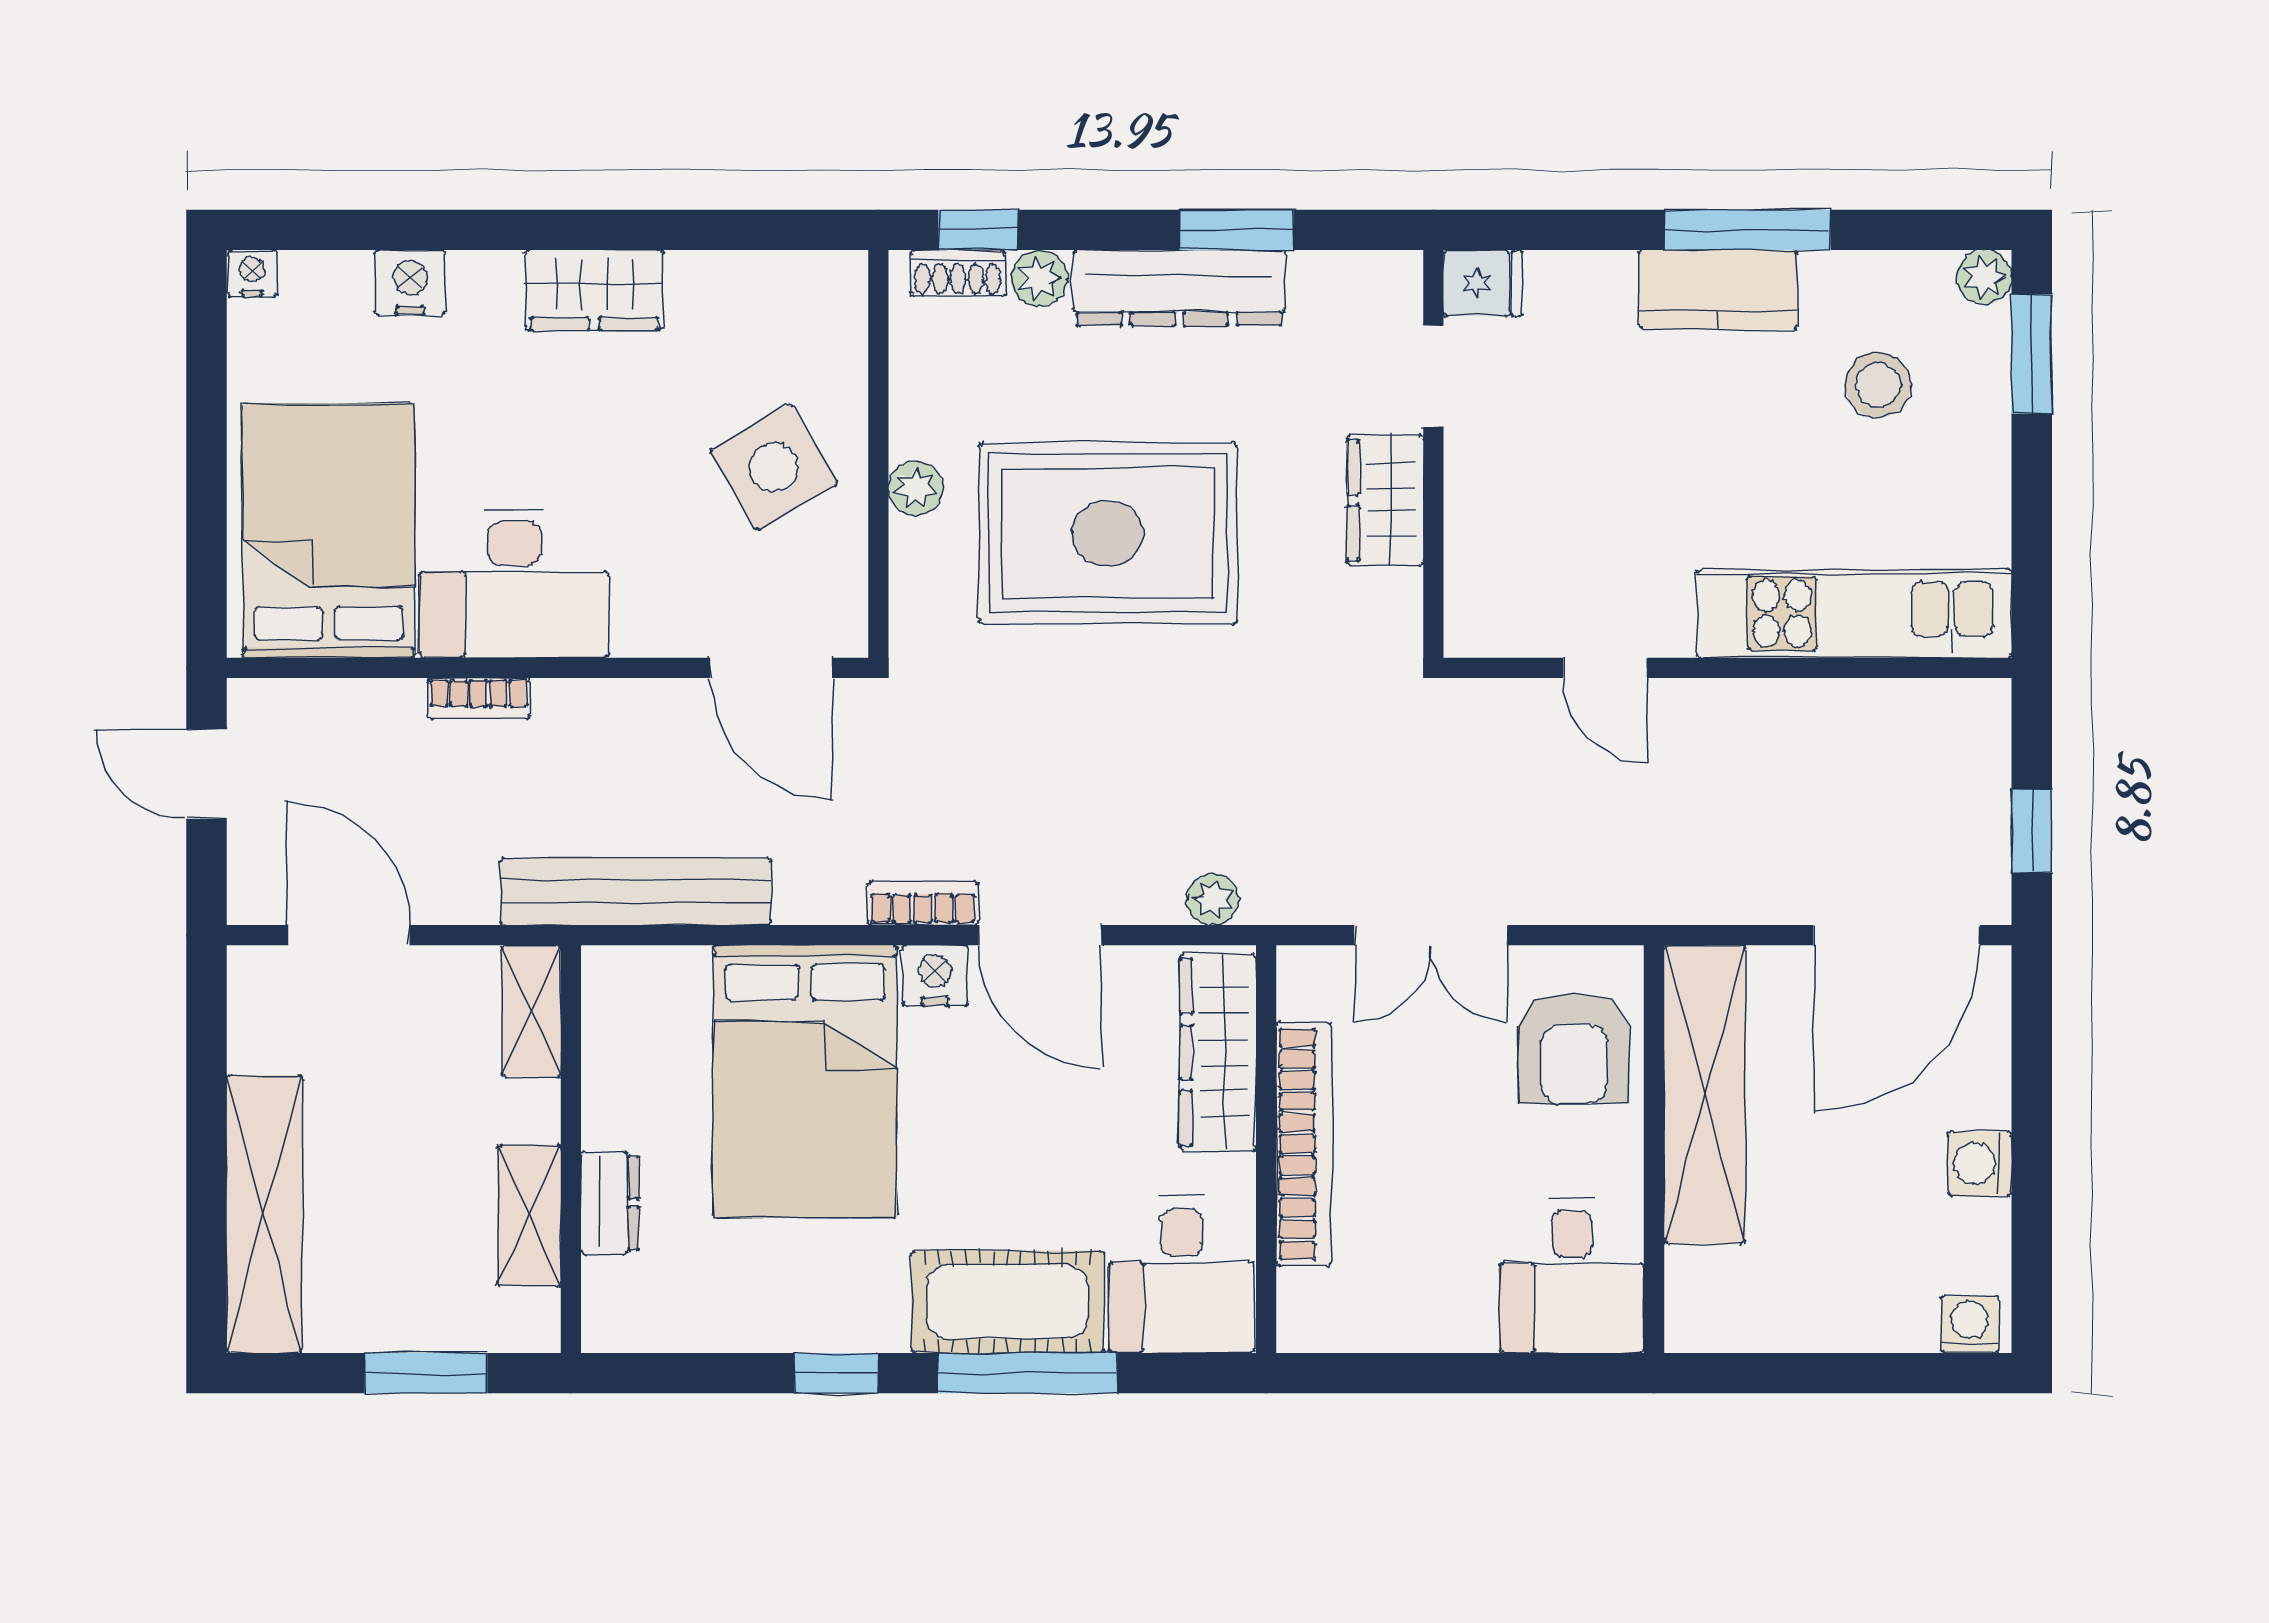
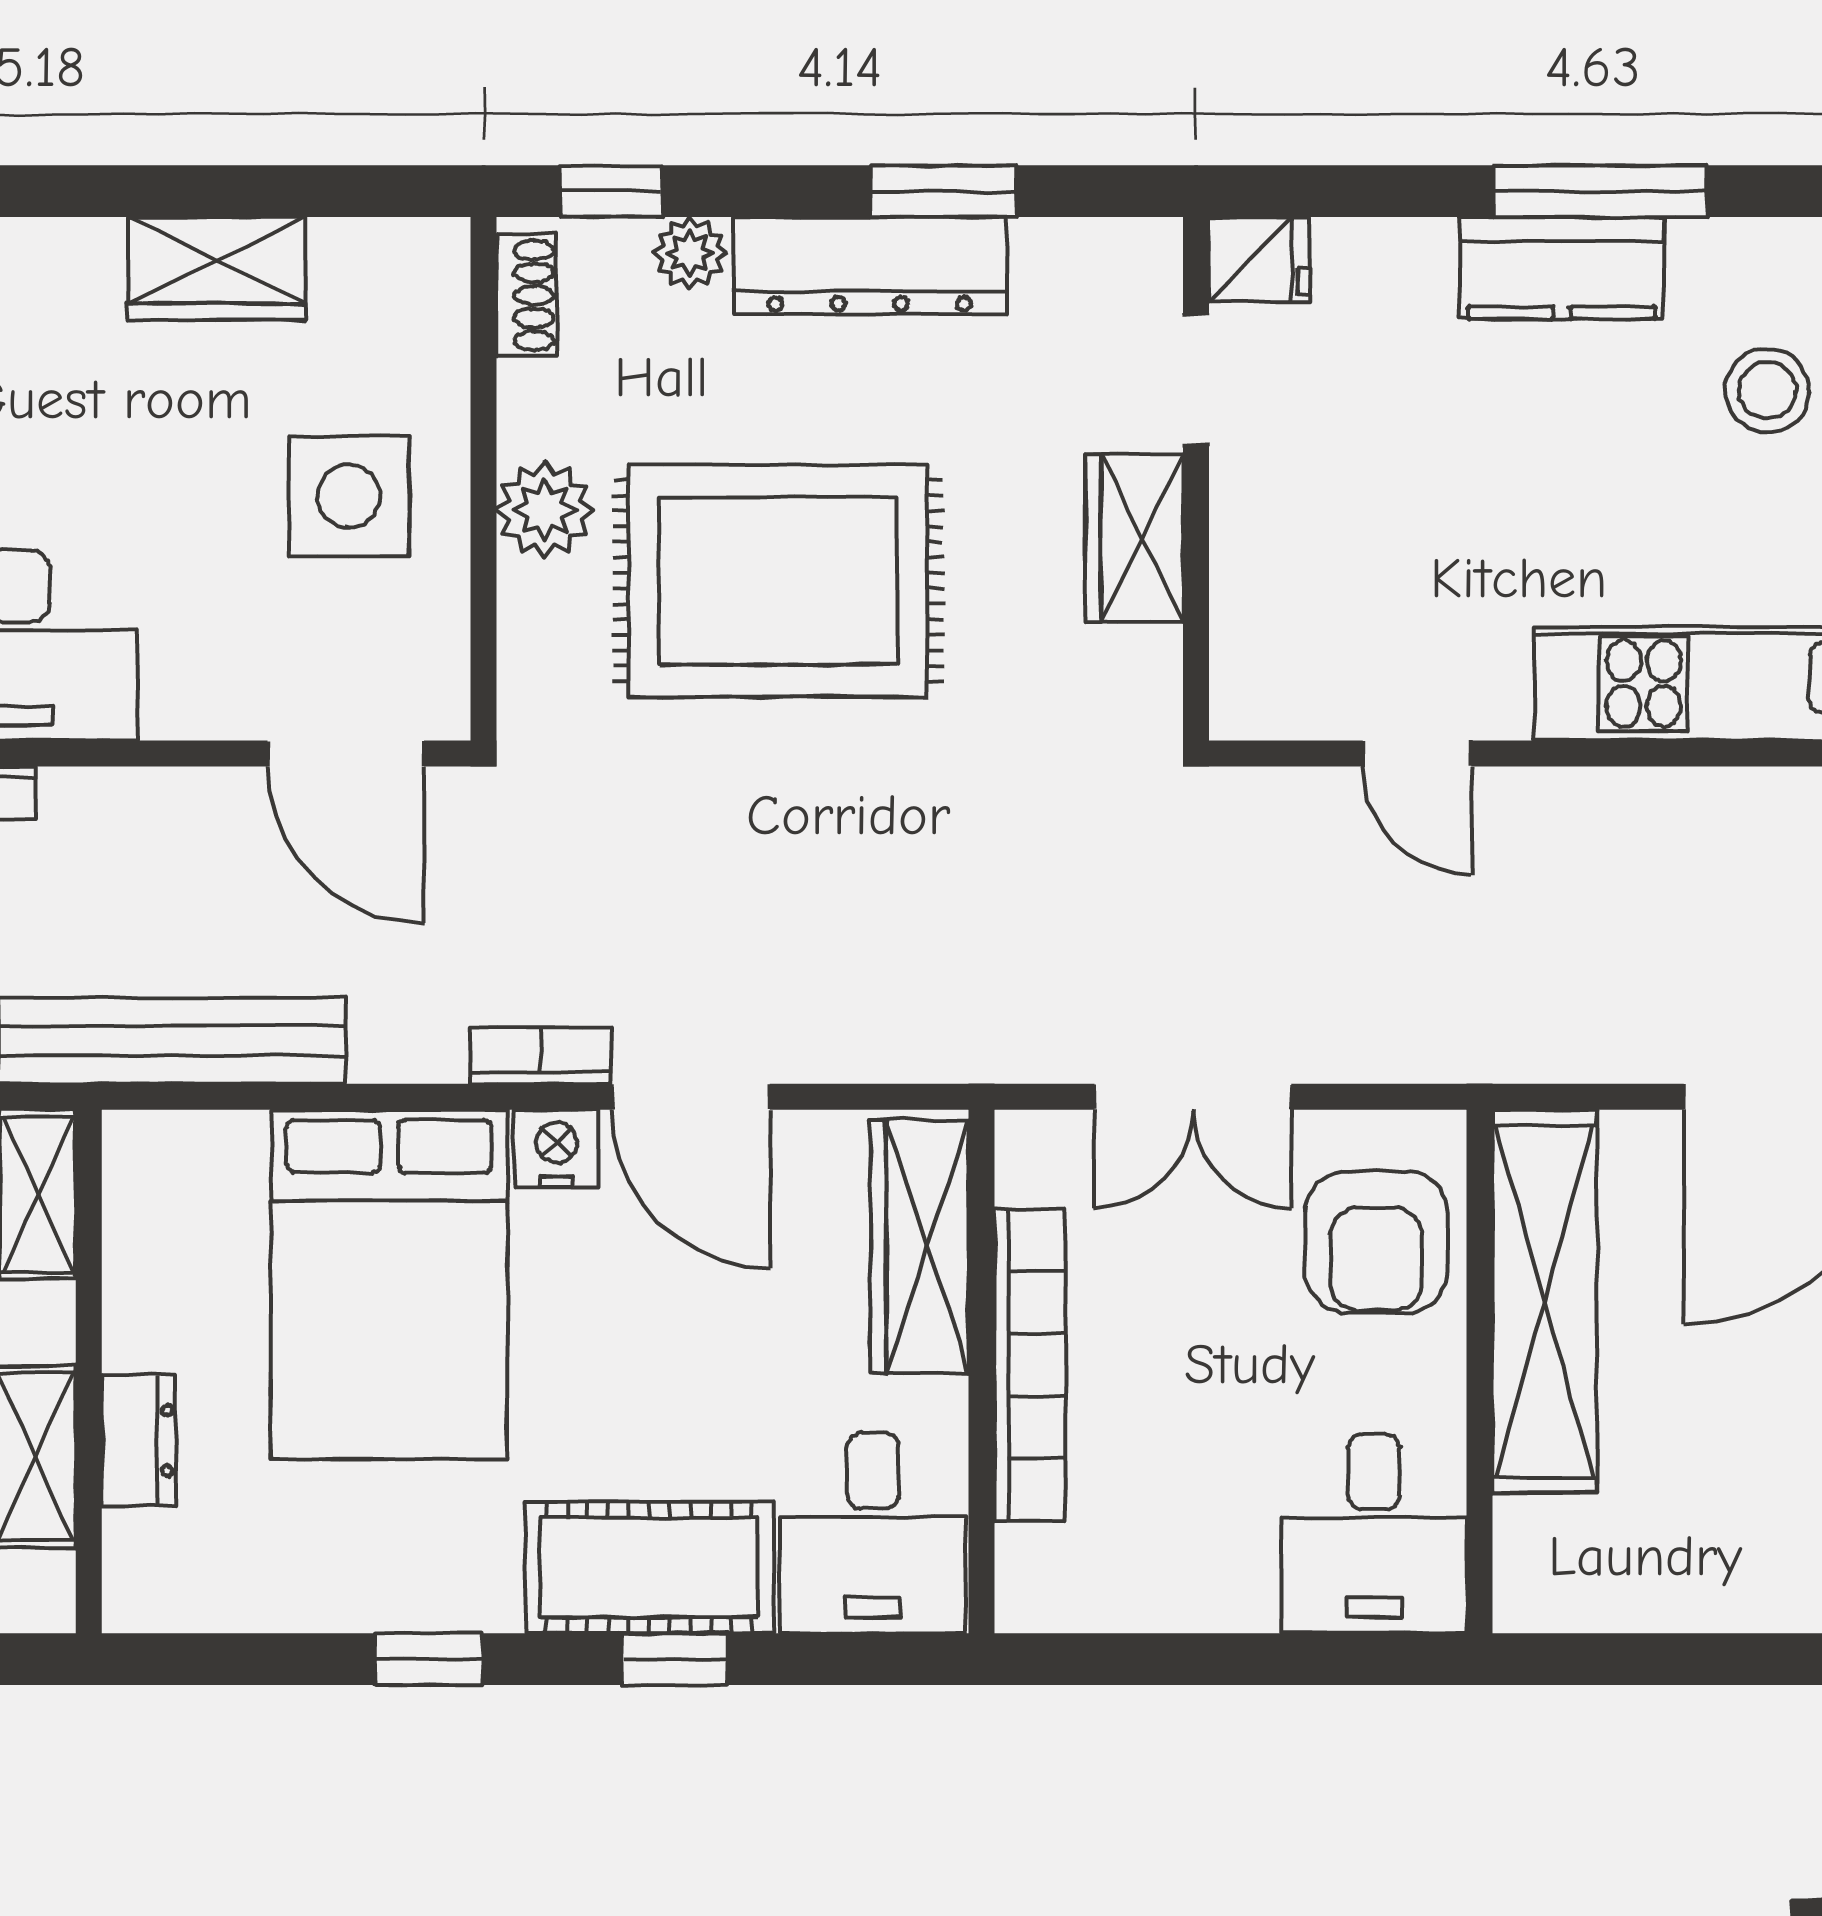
shoe rack: (958, 273) -> (526, 295), moved, turned -90
wardrobe: (594, 290) -> (217, 268), moved
side table: (774, 467) -> (349, 496), turned 30
plant: (916, 488) -> (545, 510), width x1.38, depth x1.38
plant: (1213, 899) -> (913, 1051), removed
window: (1028, 1373) -> (675, 1659), width x0.46

